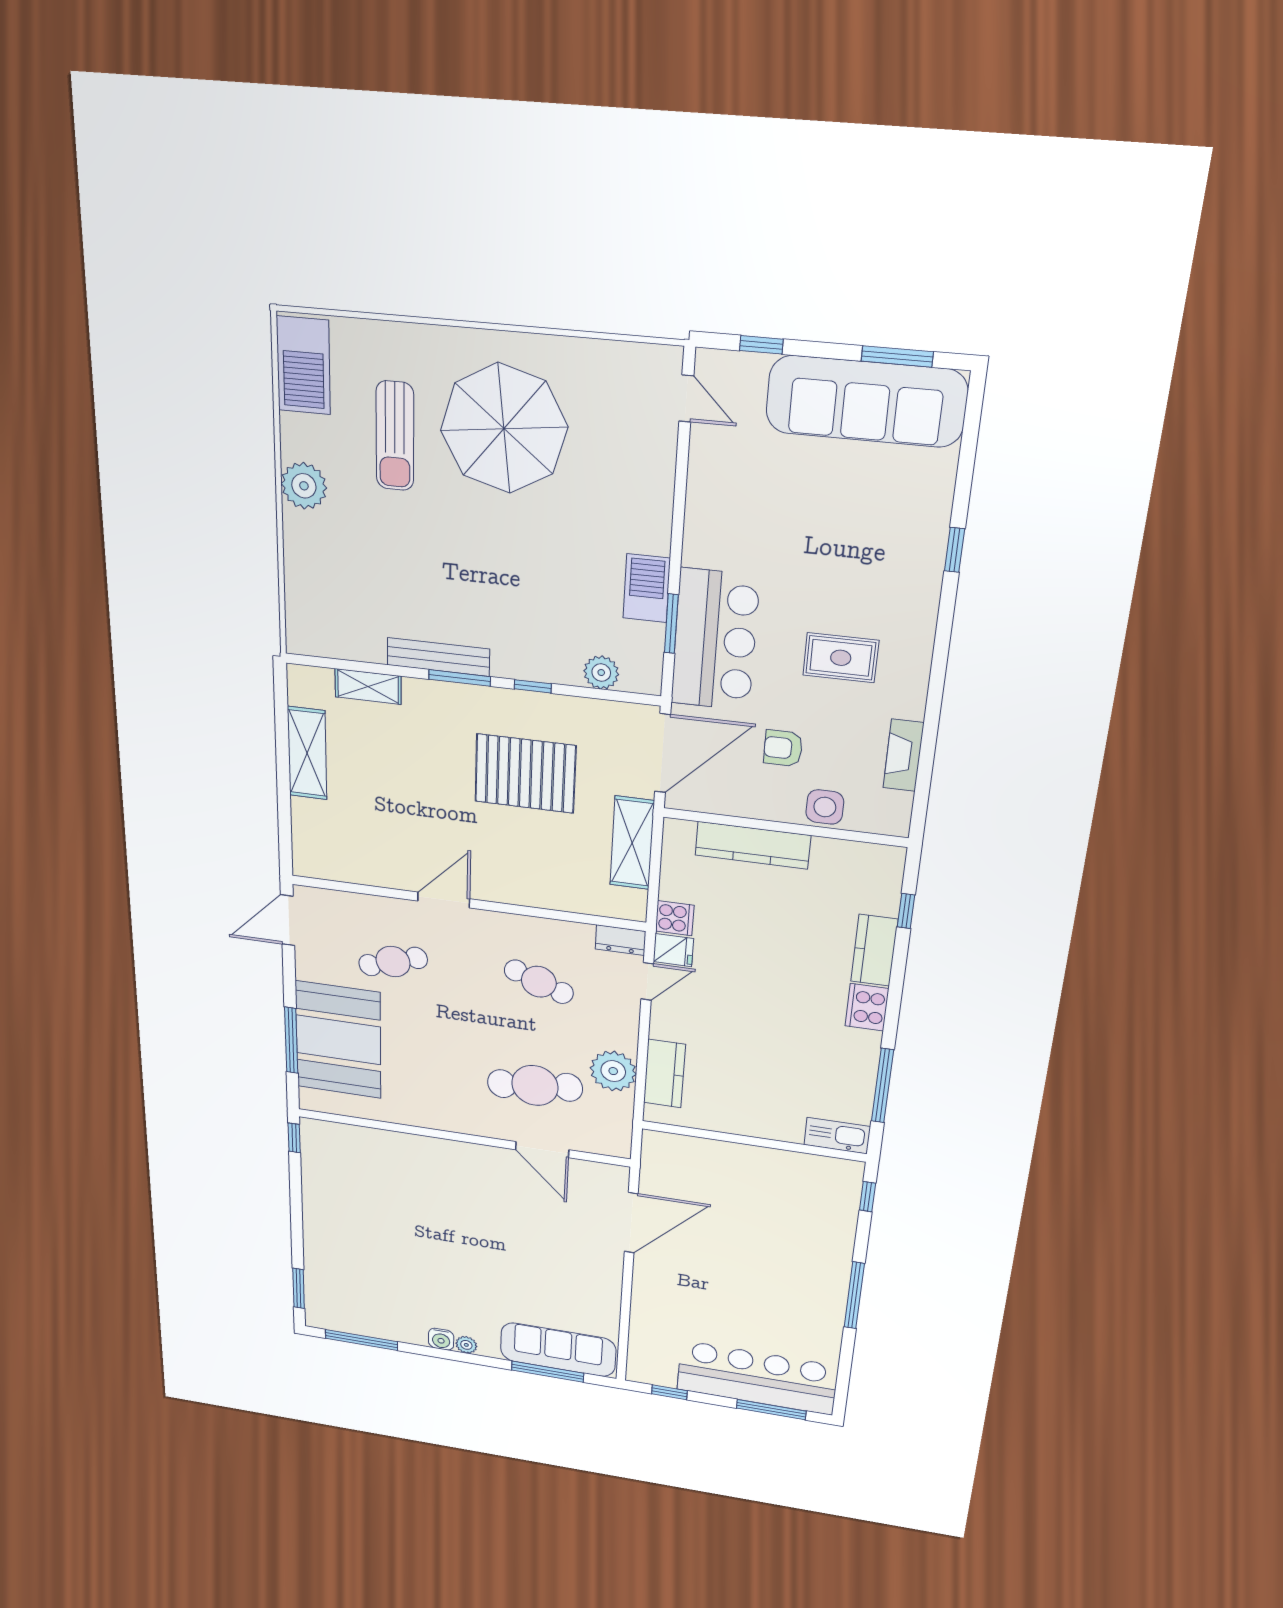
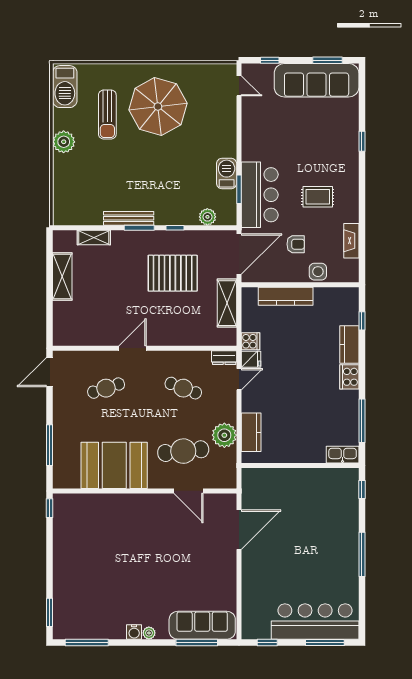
armchair: (783, 748) -> (296, 244), turned 180
booth: (338, 1040) -> (114, 465), moved, turned 90

